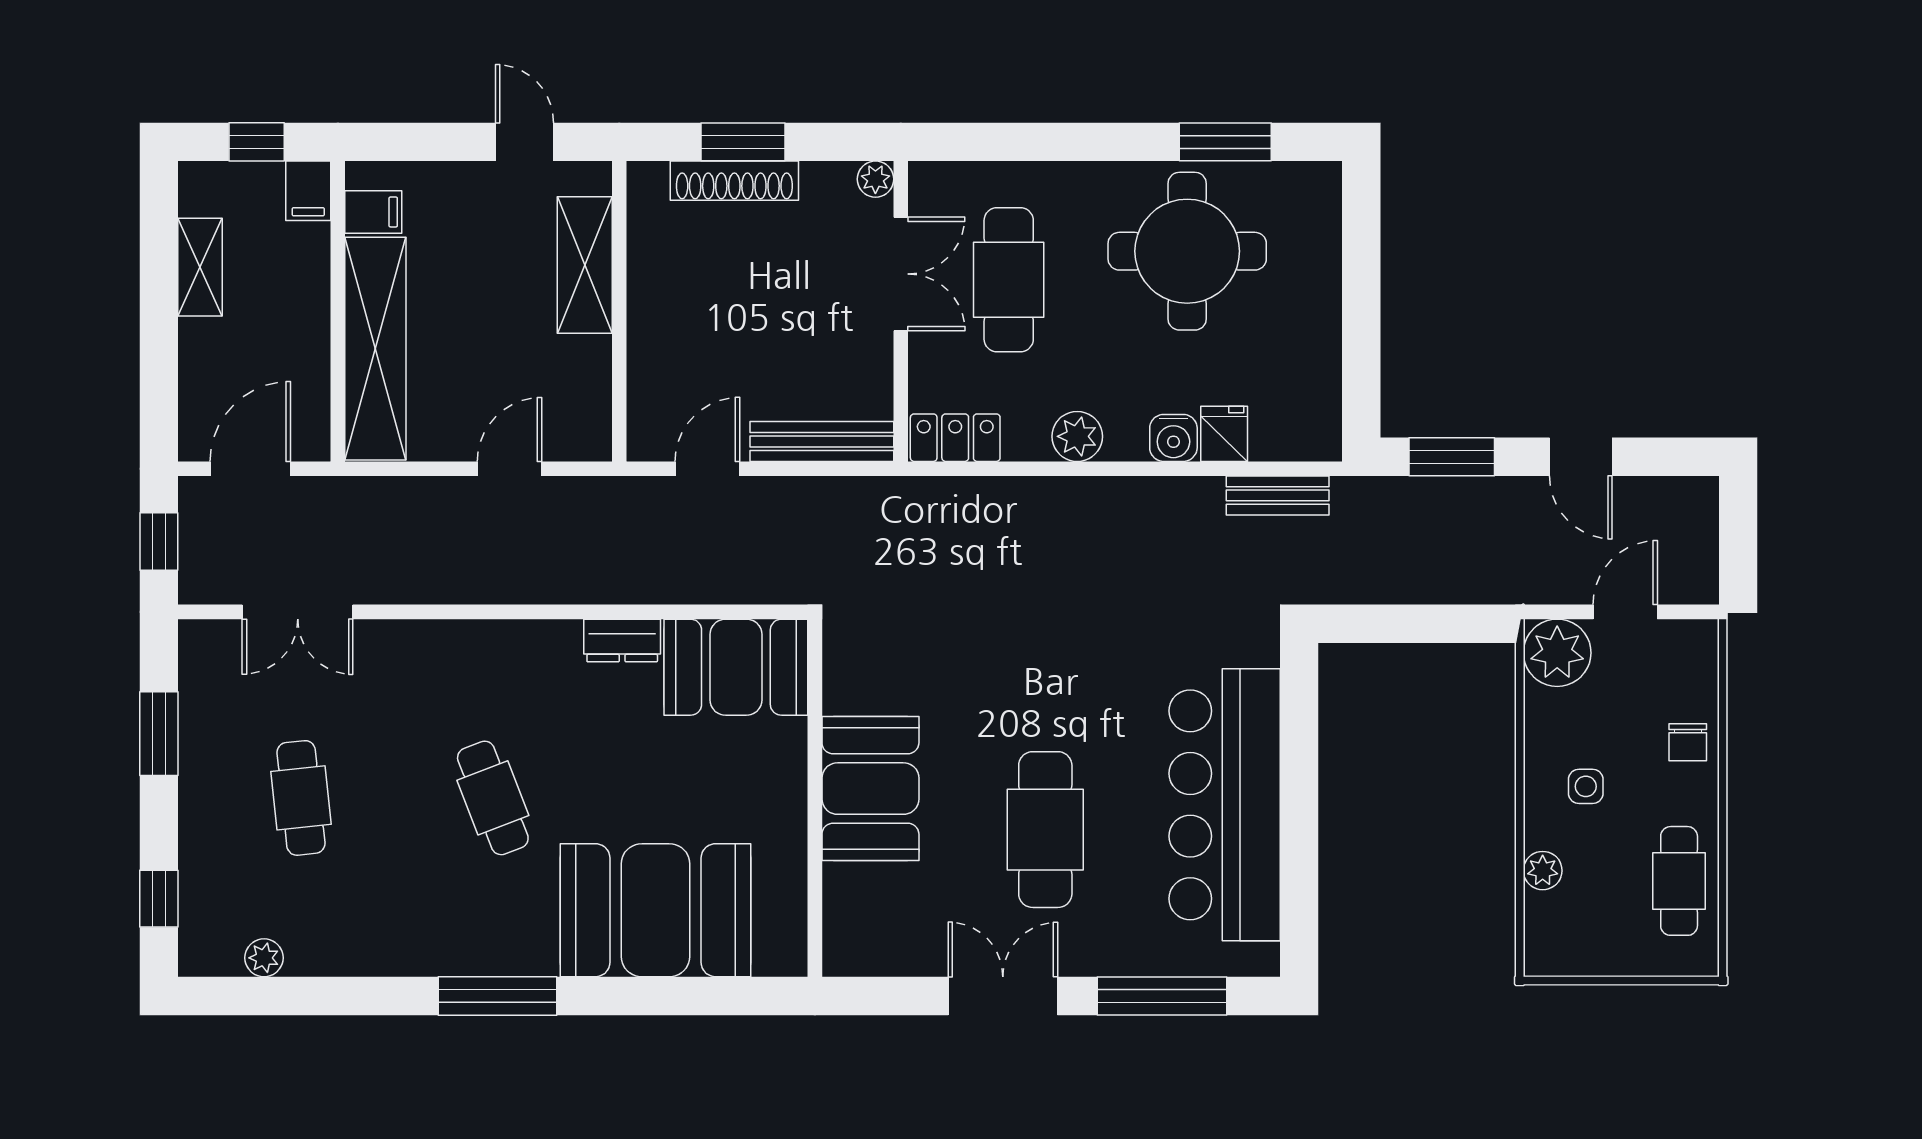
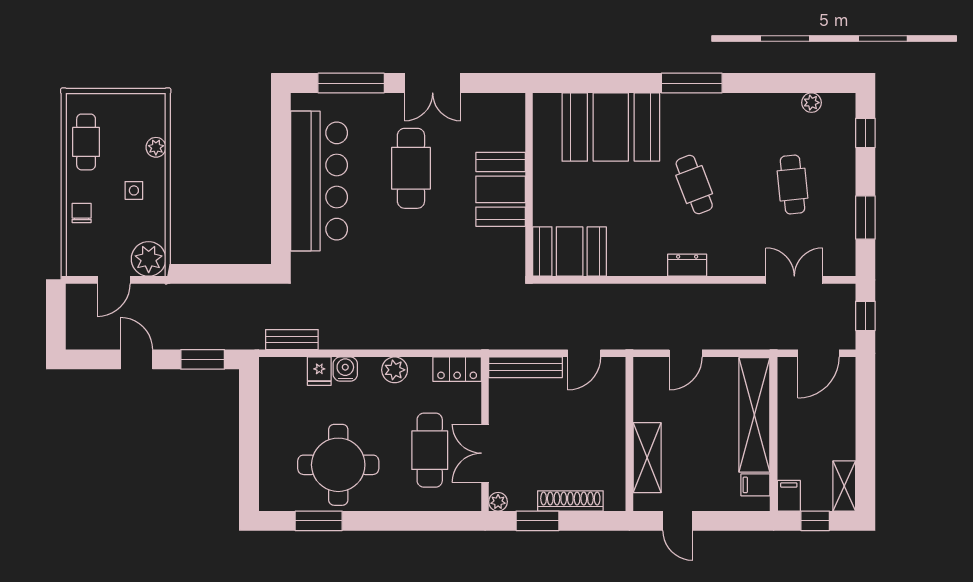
window: (743, 142) -> (538, 521), moved
shelving: (200, 267) -> (844, 486), moved
dresser: (622, 640) -> (687, 265), moved

